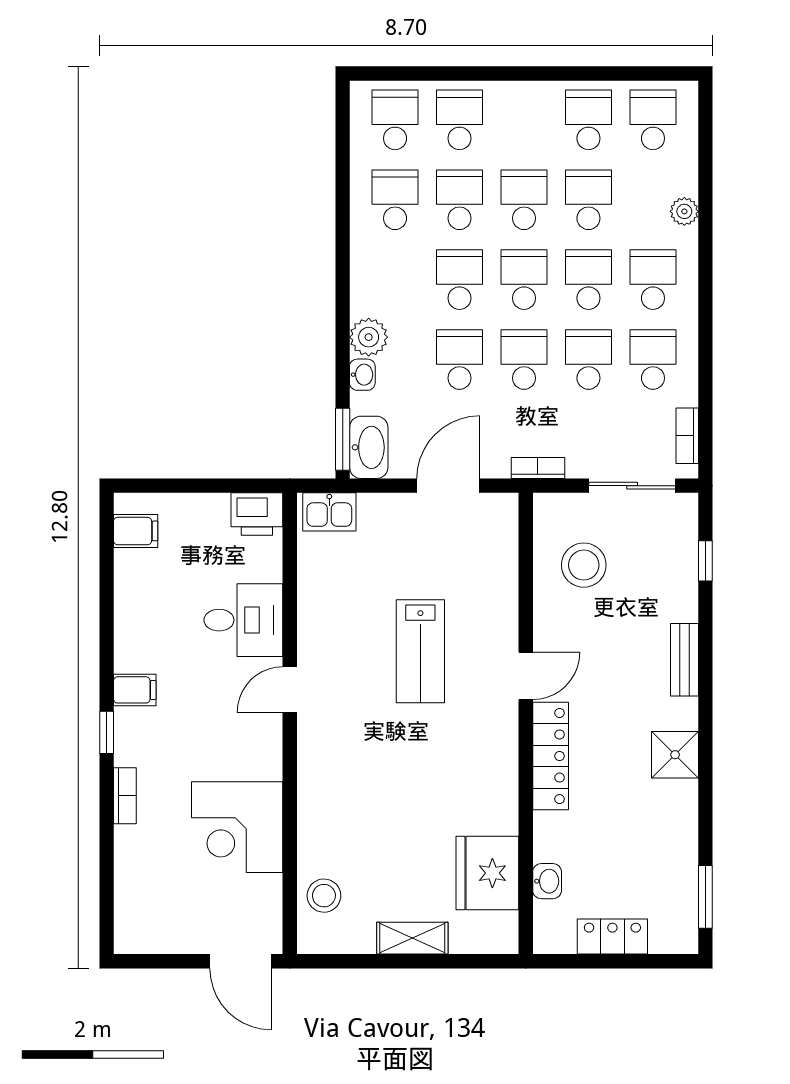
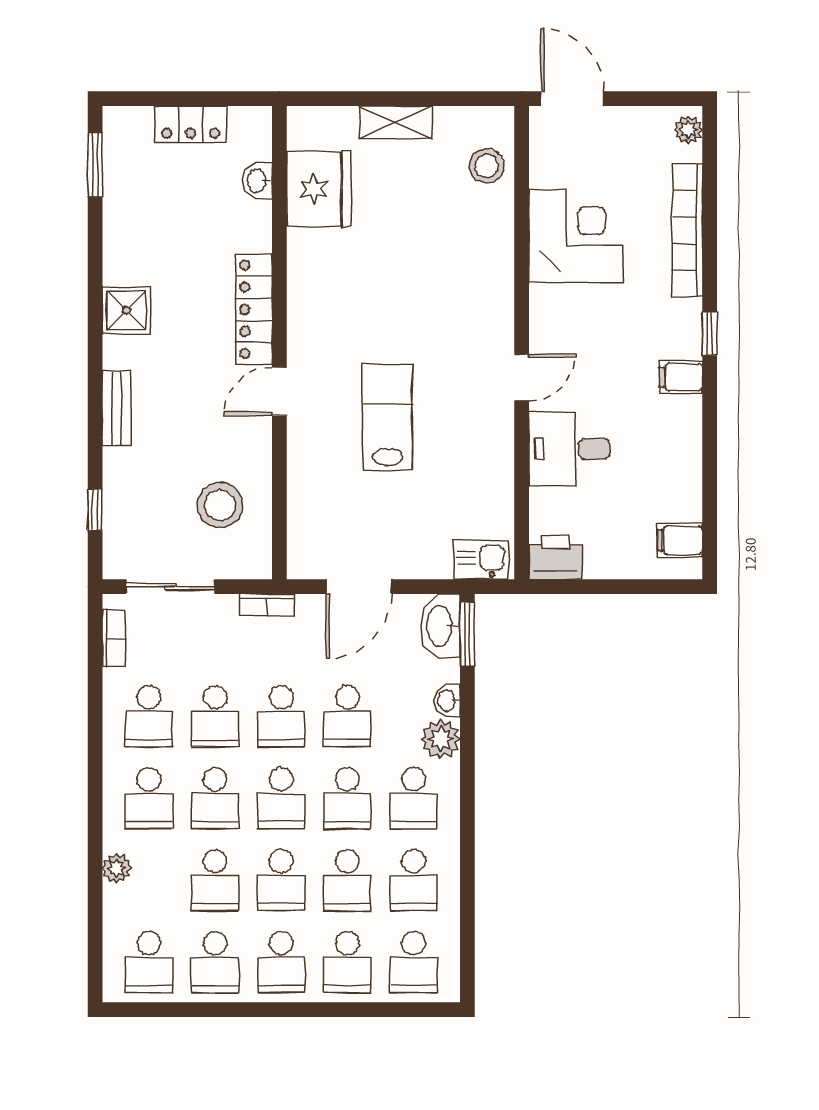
school desk: (524, 120) -> (281, 962), added
school desk: (395, 280) -> (414, 798), added
bookcase: (125, 796) -> (687, 231), width x2.31, depth x1.31
plant: (127, 931) -> (688, 130), added

